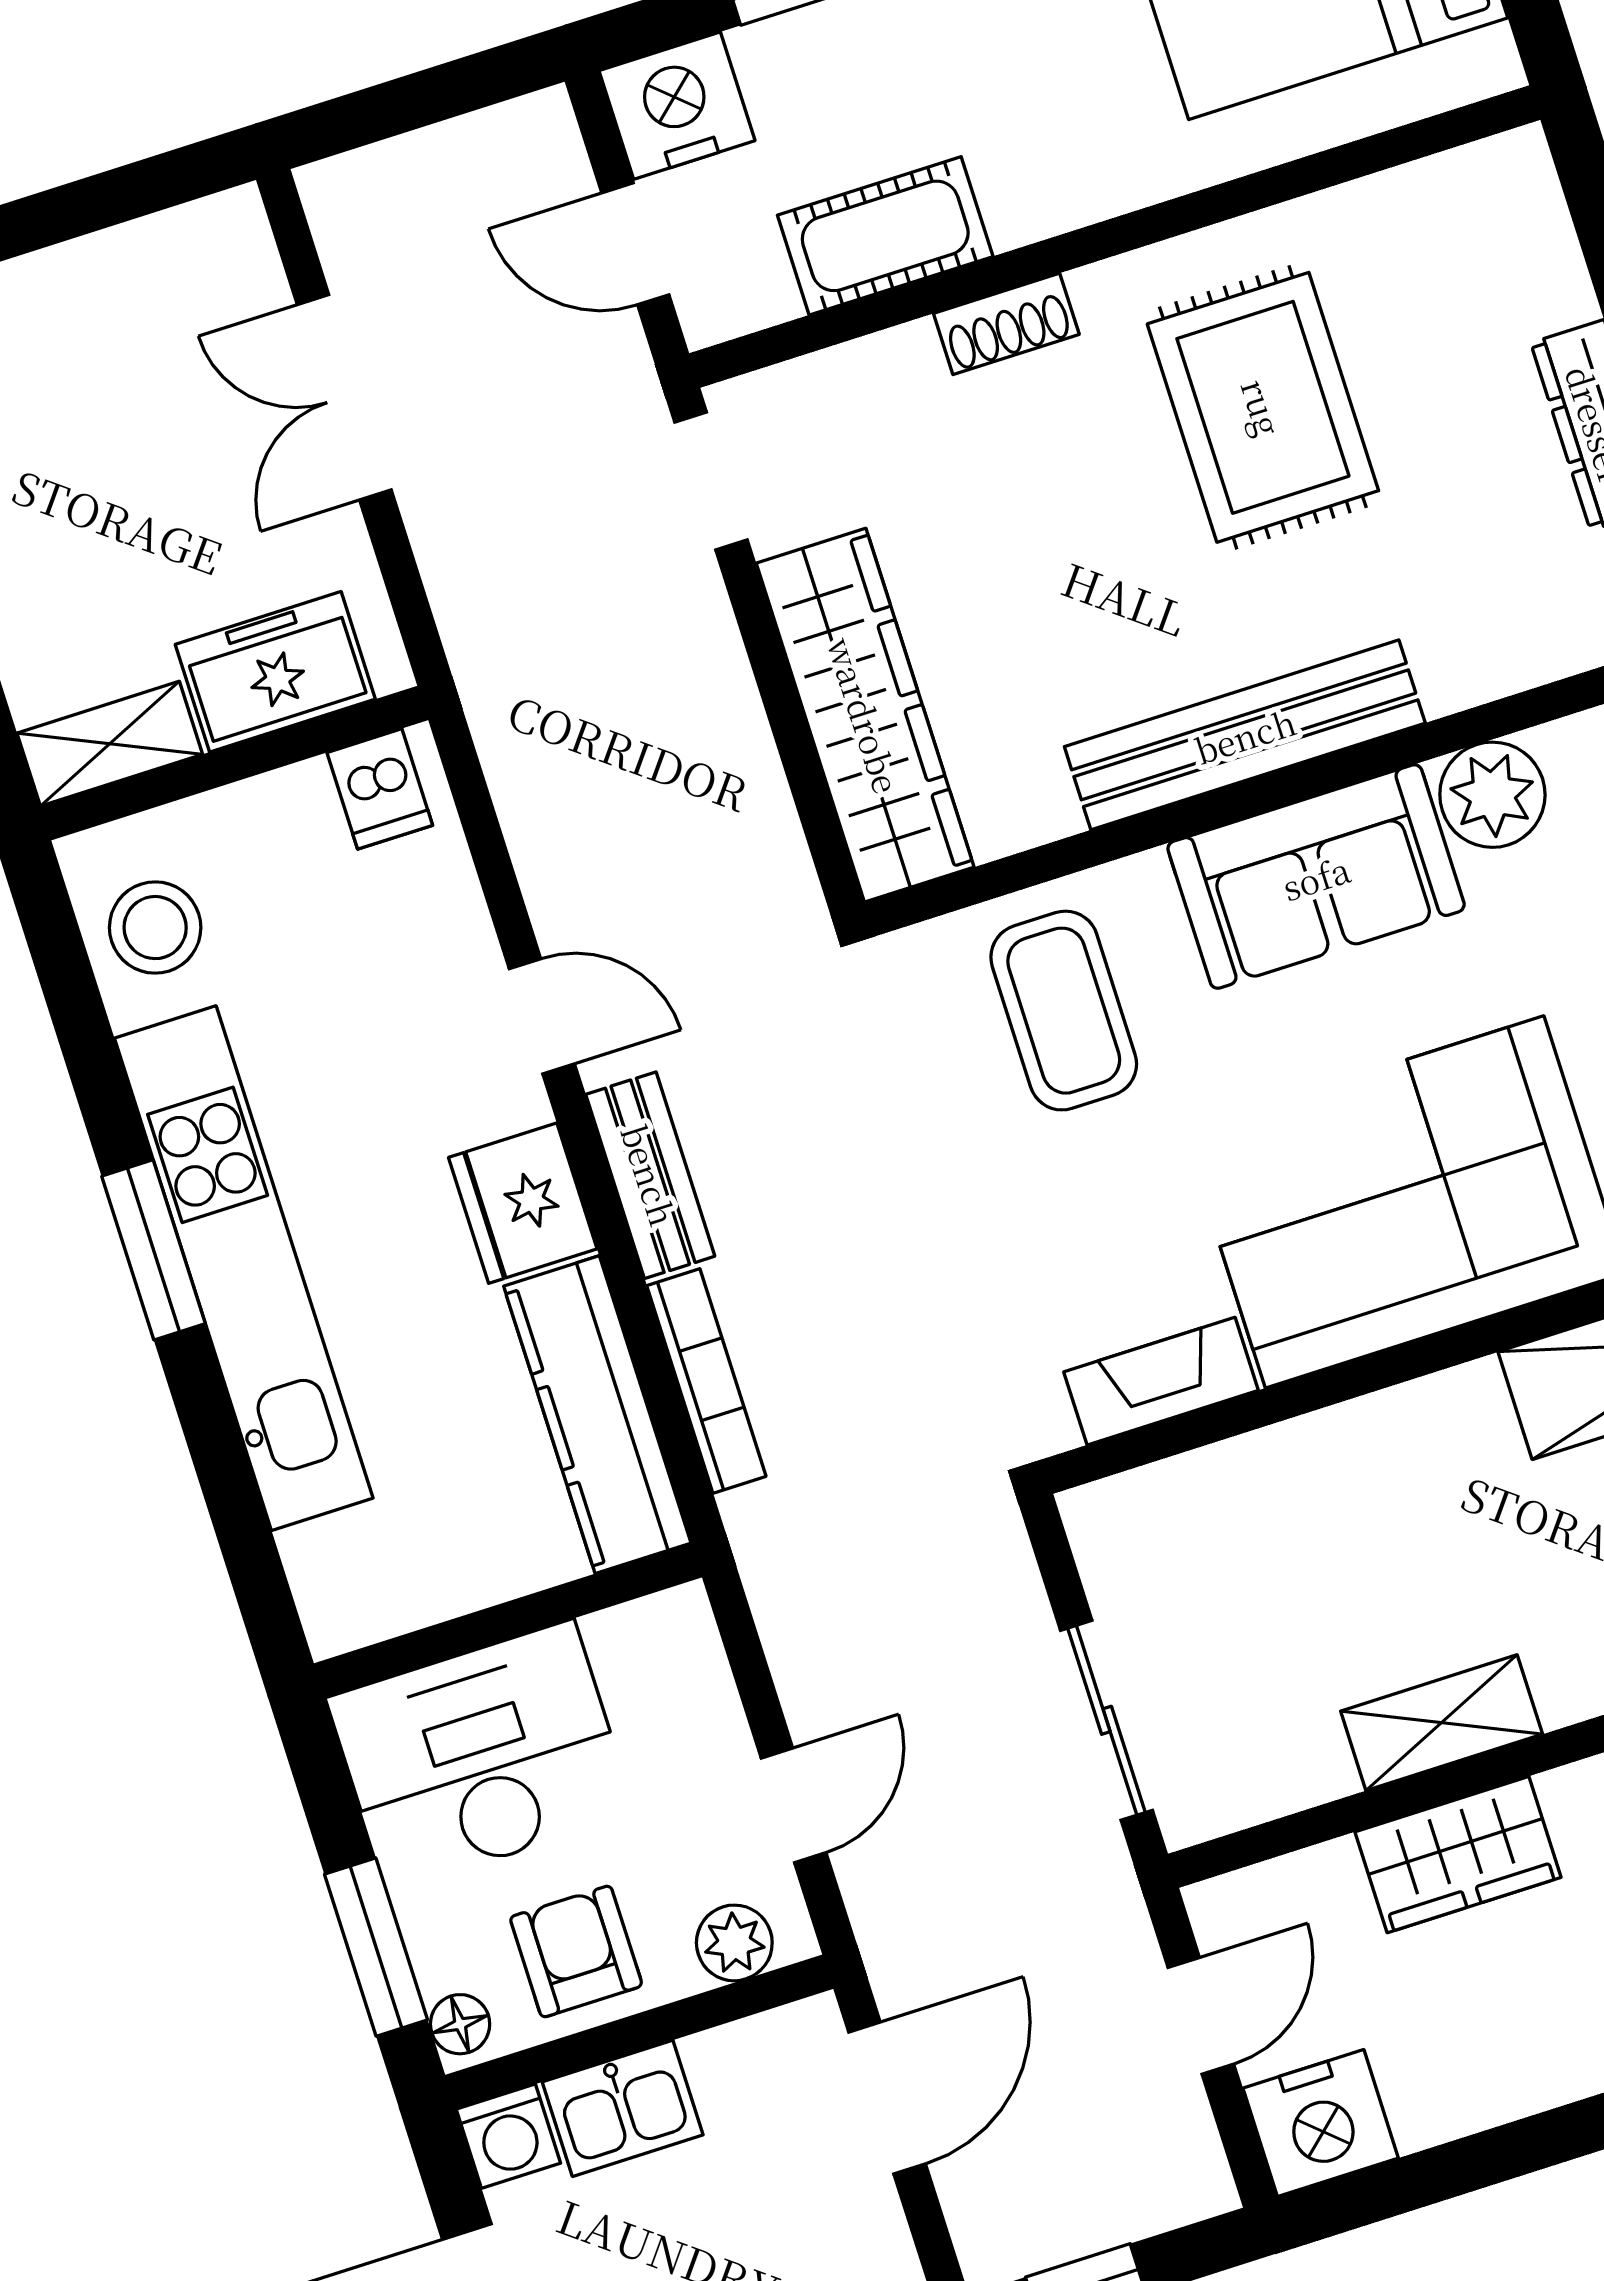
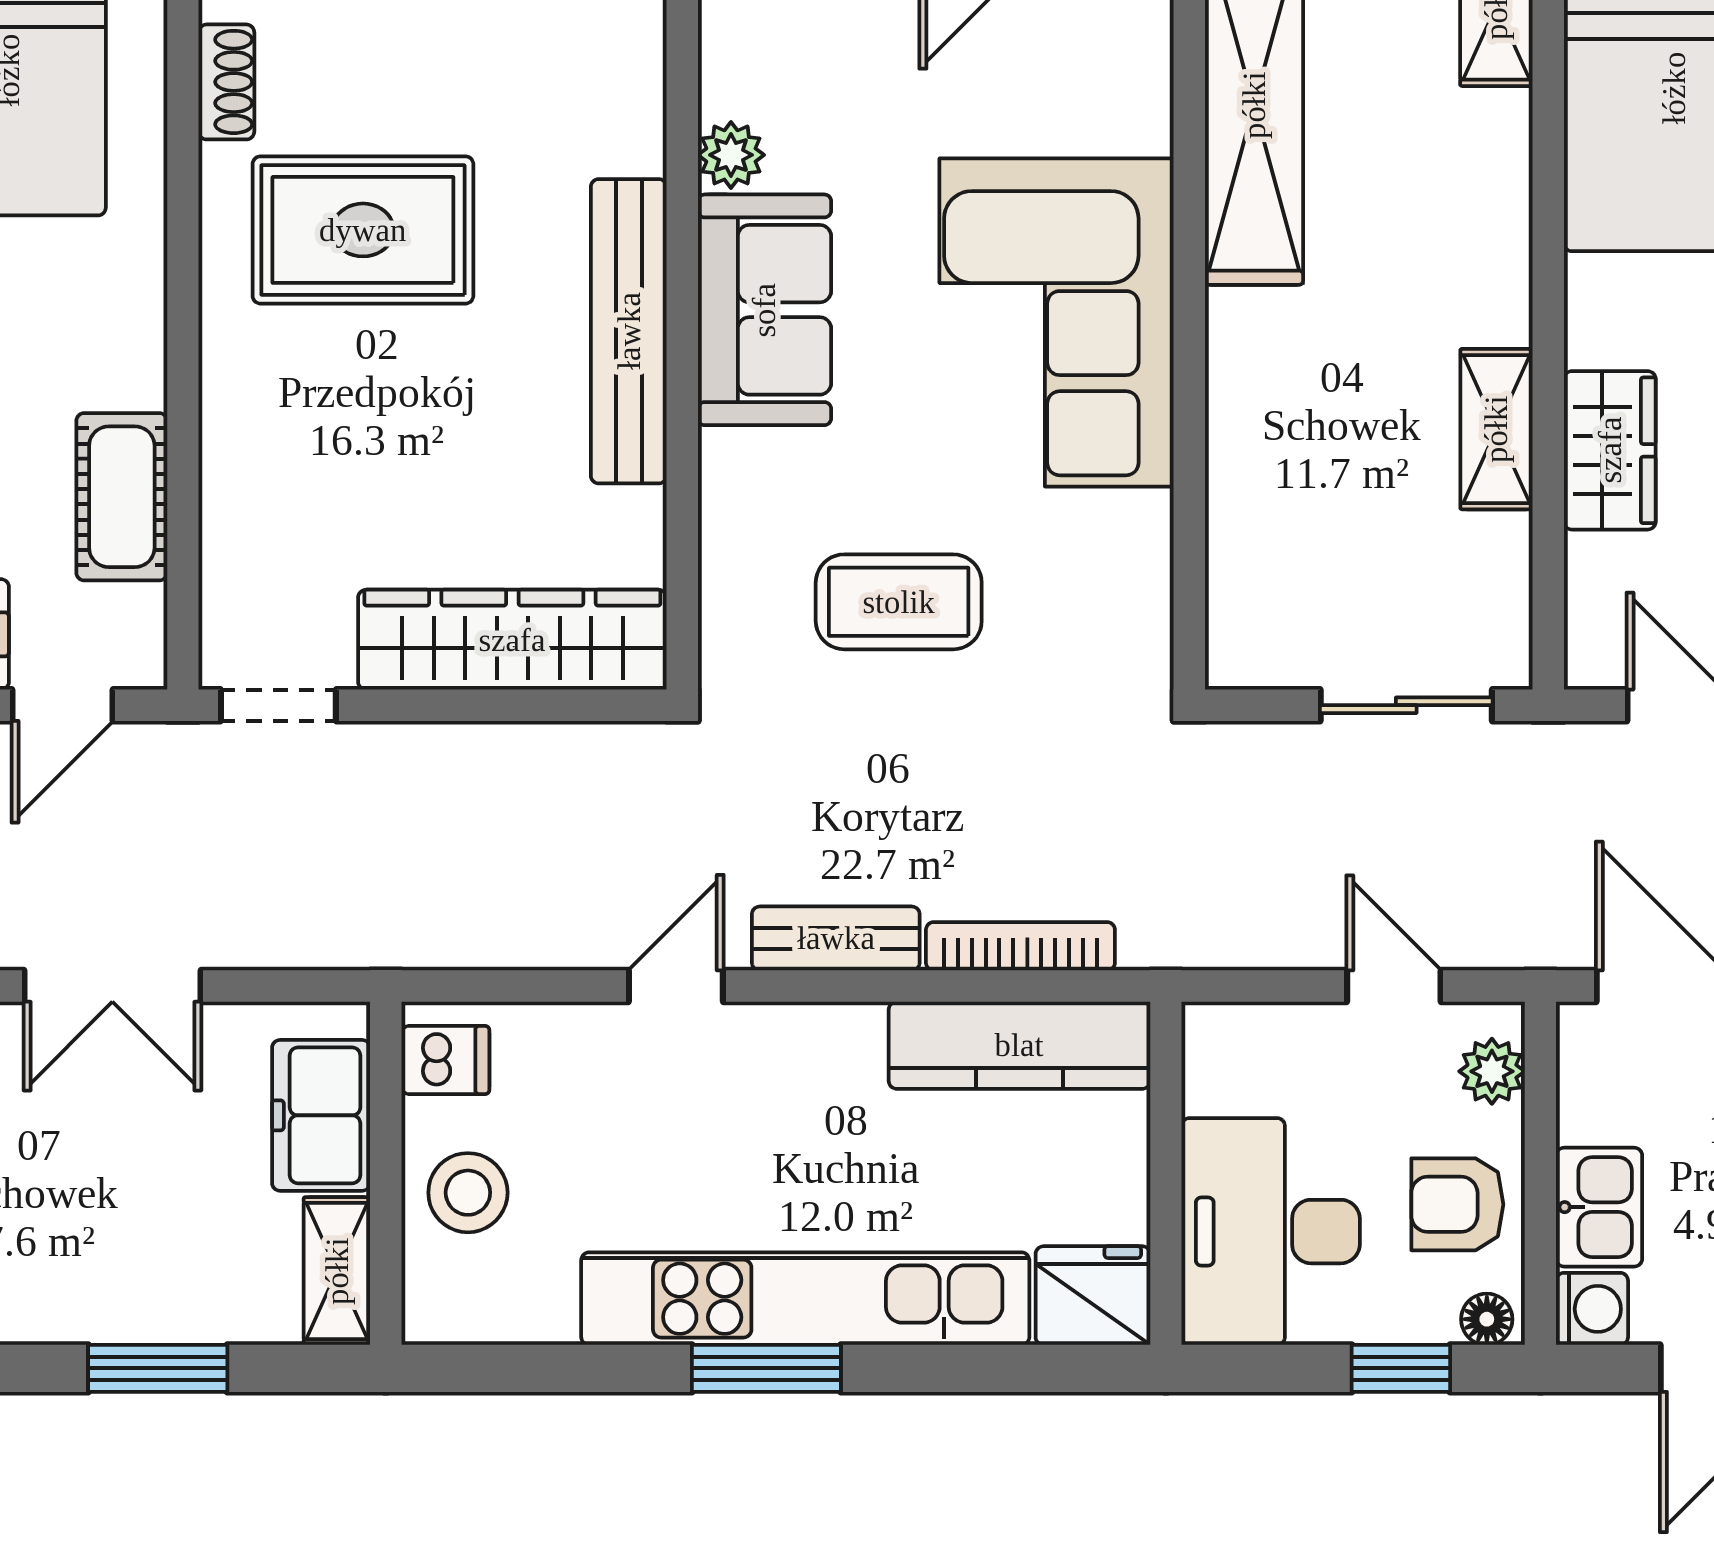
shoe rack: (1006, 324) -> (226, 82), moved
plant: (1492, 795) -> (731, 155), width x0.73, depth x0.73
stool: (155, 928) -> (468, 1193), moved
coffee table: (1064, 1011) -> (899, 602), moved
fridge: (523, 1203) -> (1093, 1296), moved, turned 180
fireplace: (1161, 1381) -> (1140, 571), removed
window: (376, 1947) -> (1401, 1368), width x0.67

